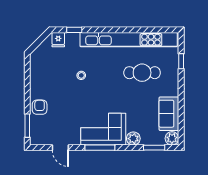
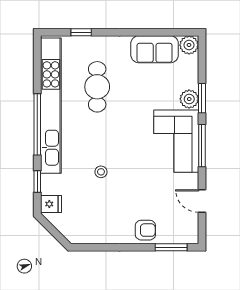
window: (115, 30) -> (37, 124), added
armchair: (40, 107) -> (145, 230), turned 180
door: (60, 148) -> (202, 201), swing flipped
window: (154, 148) -> (202, 98), moved

